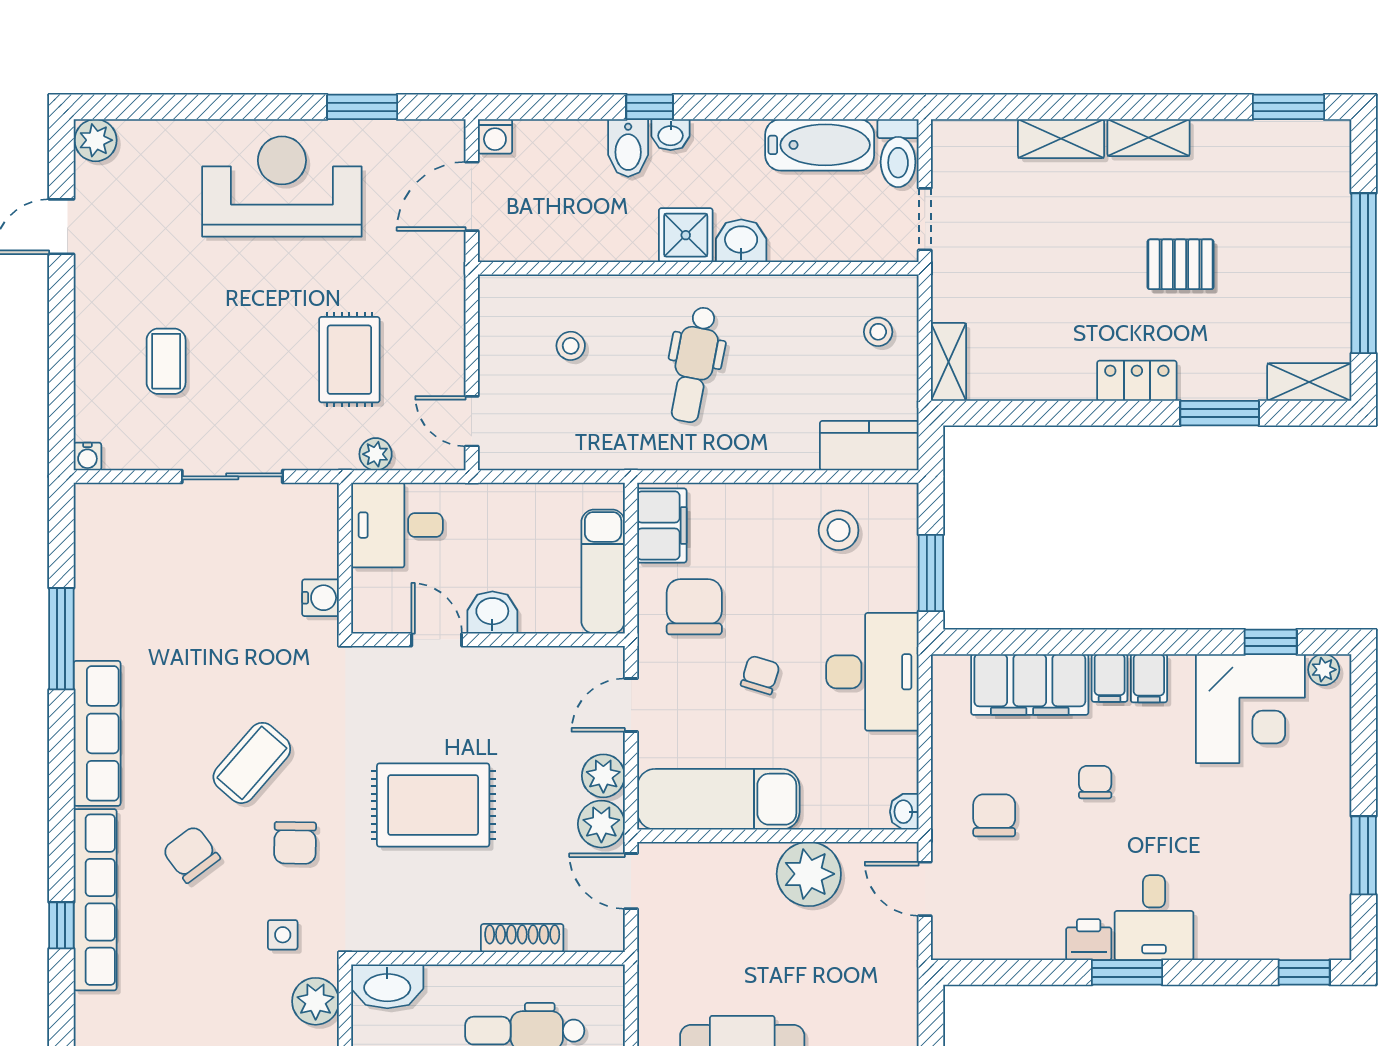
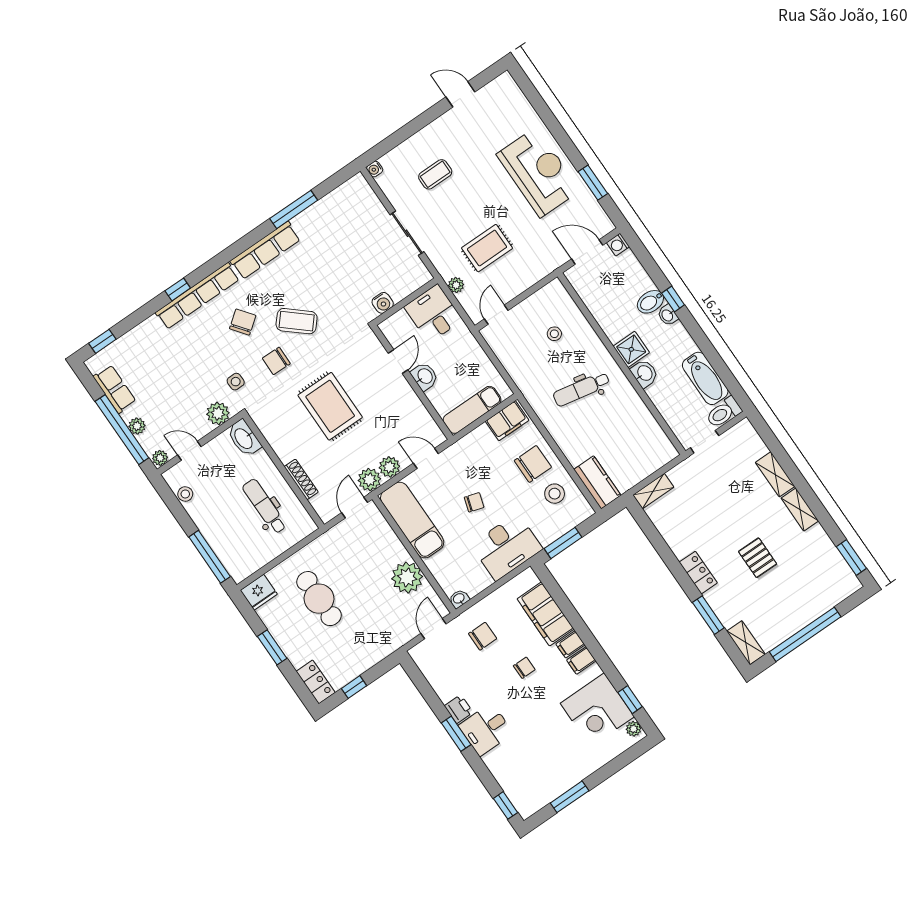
plant: (96, 140) -> (505, 84), removed
stool: (878, 332) -> (646, 454), removed
chair: (694, 607) -> (533, 464), moved

